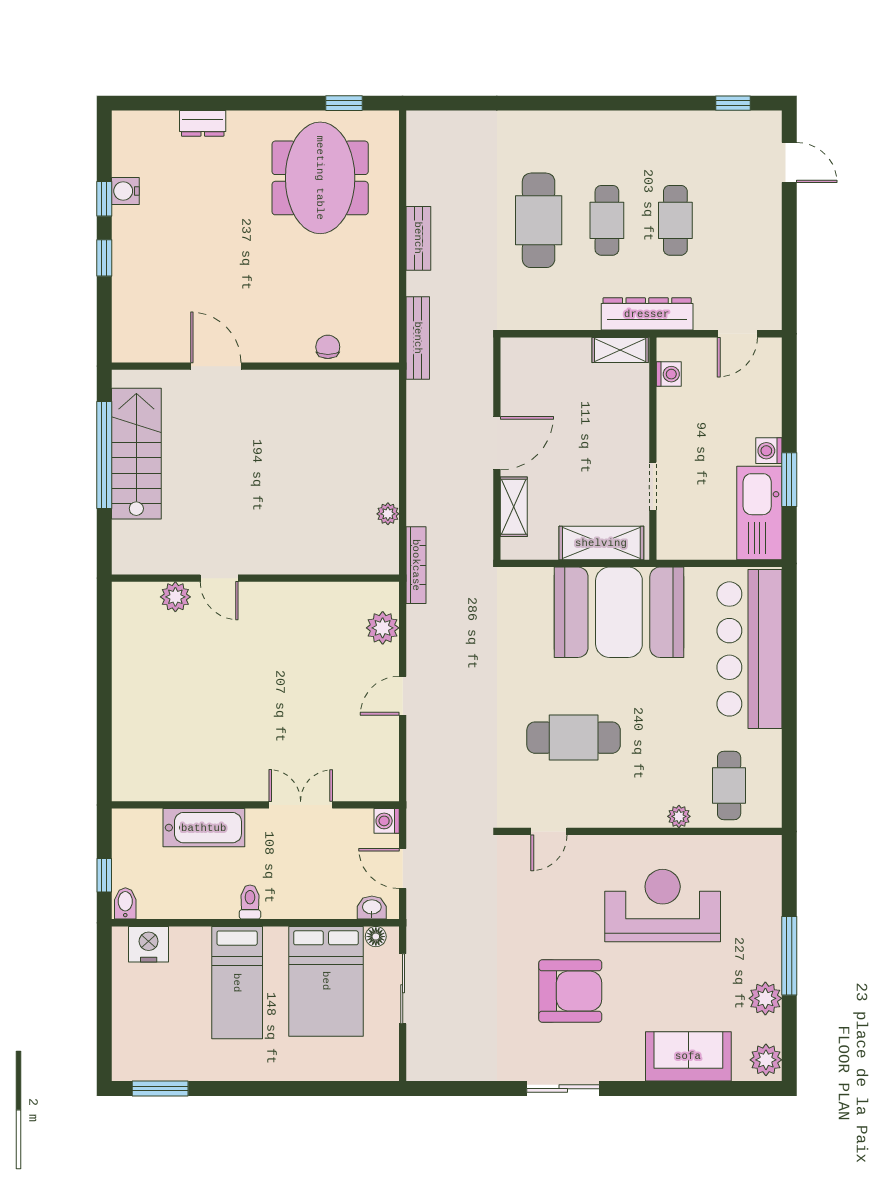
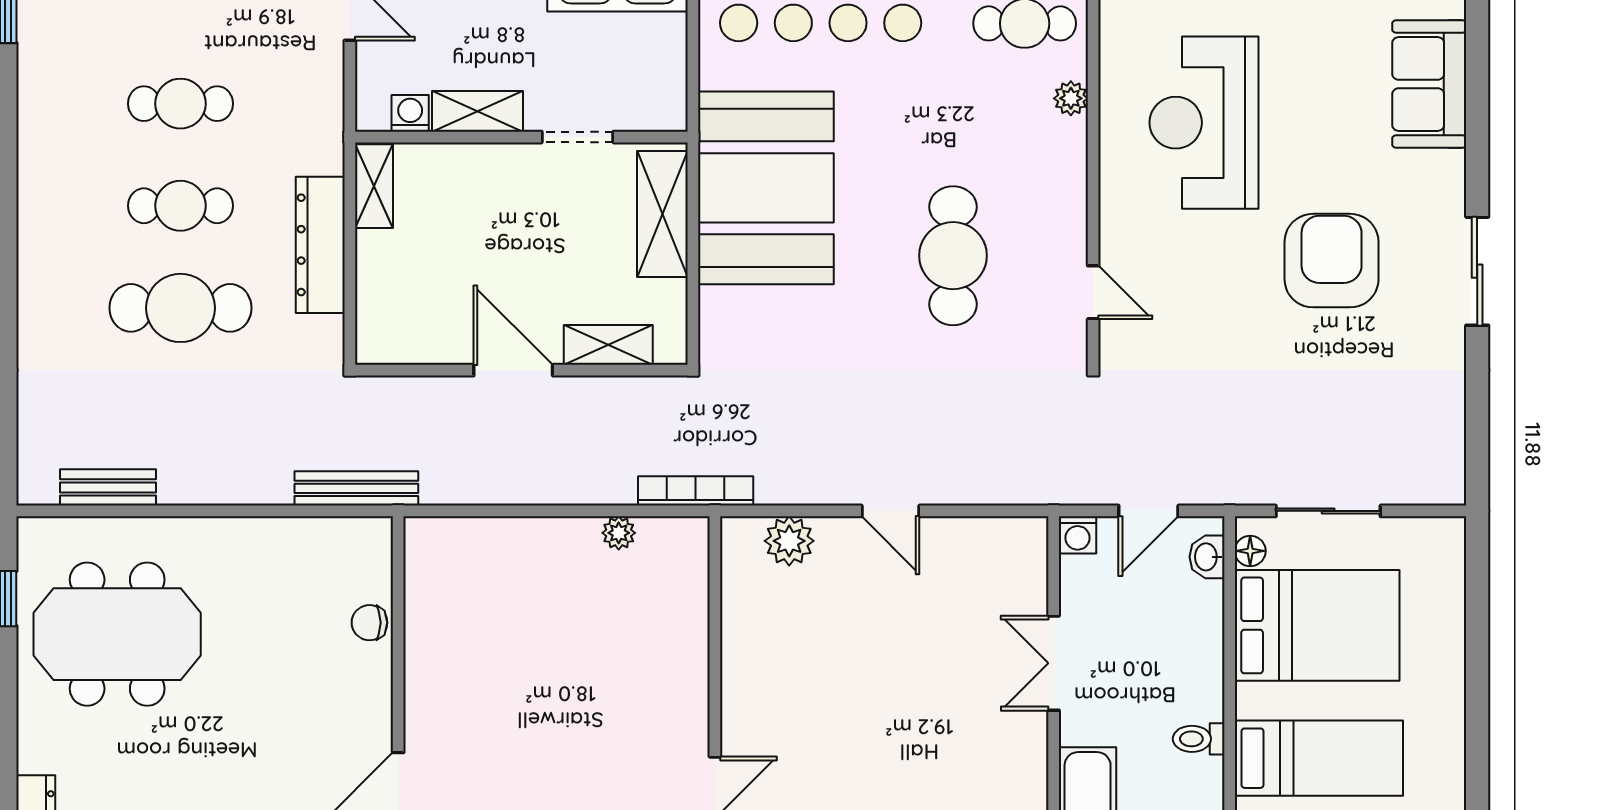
bench: (418, 238) -> (108, 487), moved
dresser: (647, 314) -> (320, 245), moved
shelving: (670, 419) -> (478, 111), added

